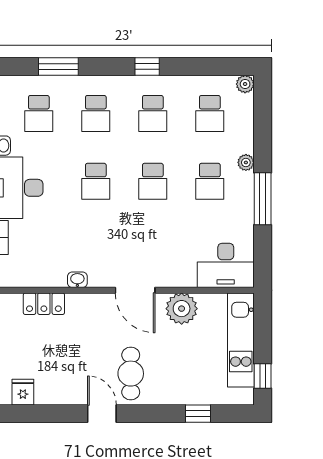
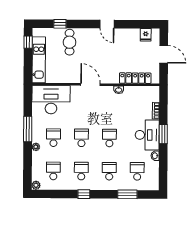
desk: (226, 265) -> (51, 100), width x1.36, depth x1.30
locker: (44, 304) -> (135, 78), width x1.53
plant: (182, 309) -> (68, 75), removed
cafe table: (131, 374) -> (70, 42), moved

